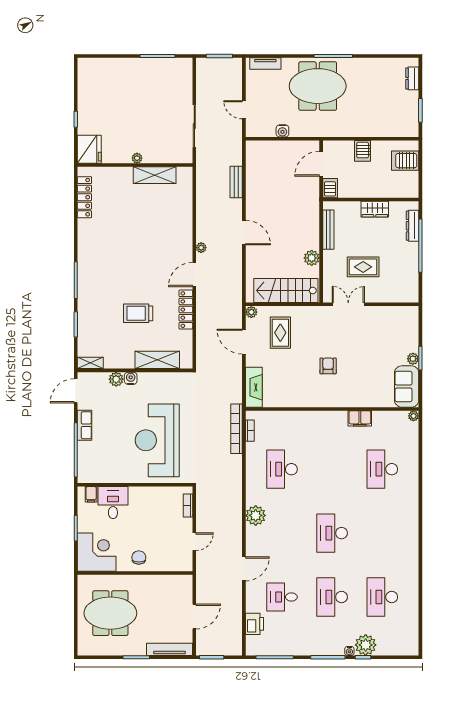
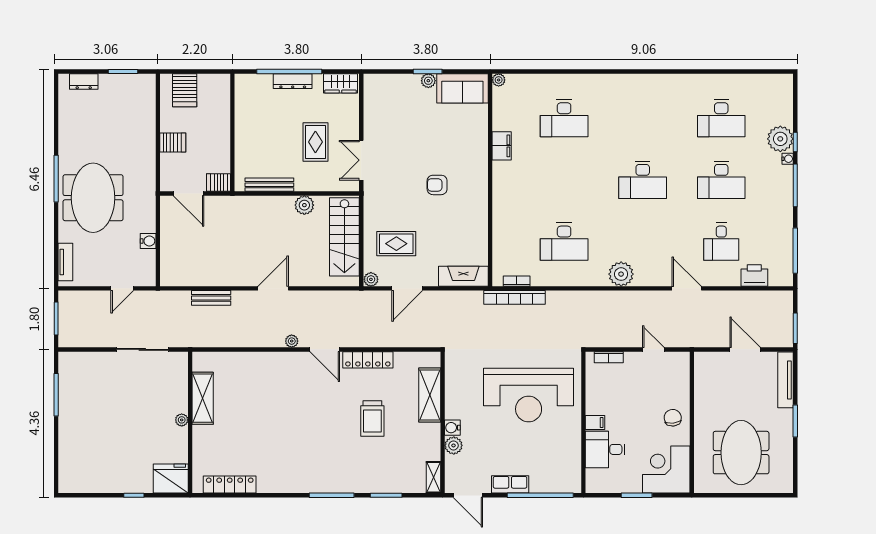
wardrobe: (375, 209) -> (340, 83), moved, turned 90
dresser: (413, 226) -> (293, 81), moved
filing cabinet: (91, 494) -> (595, 423), moved
chair: (139, 557) -> (673, 418), turned 84

